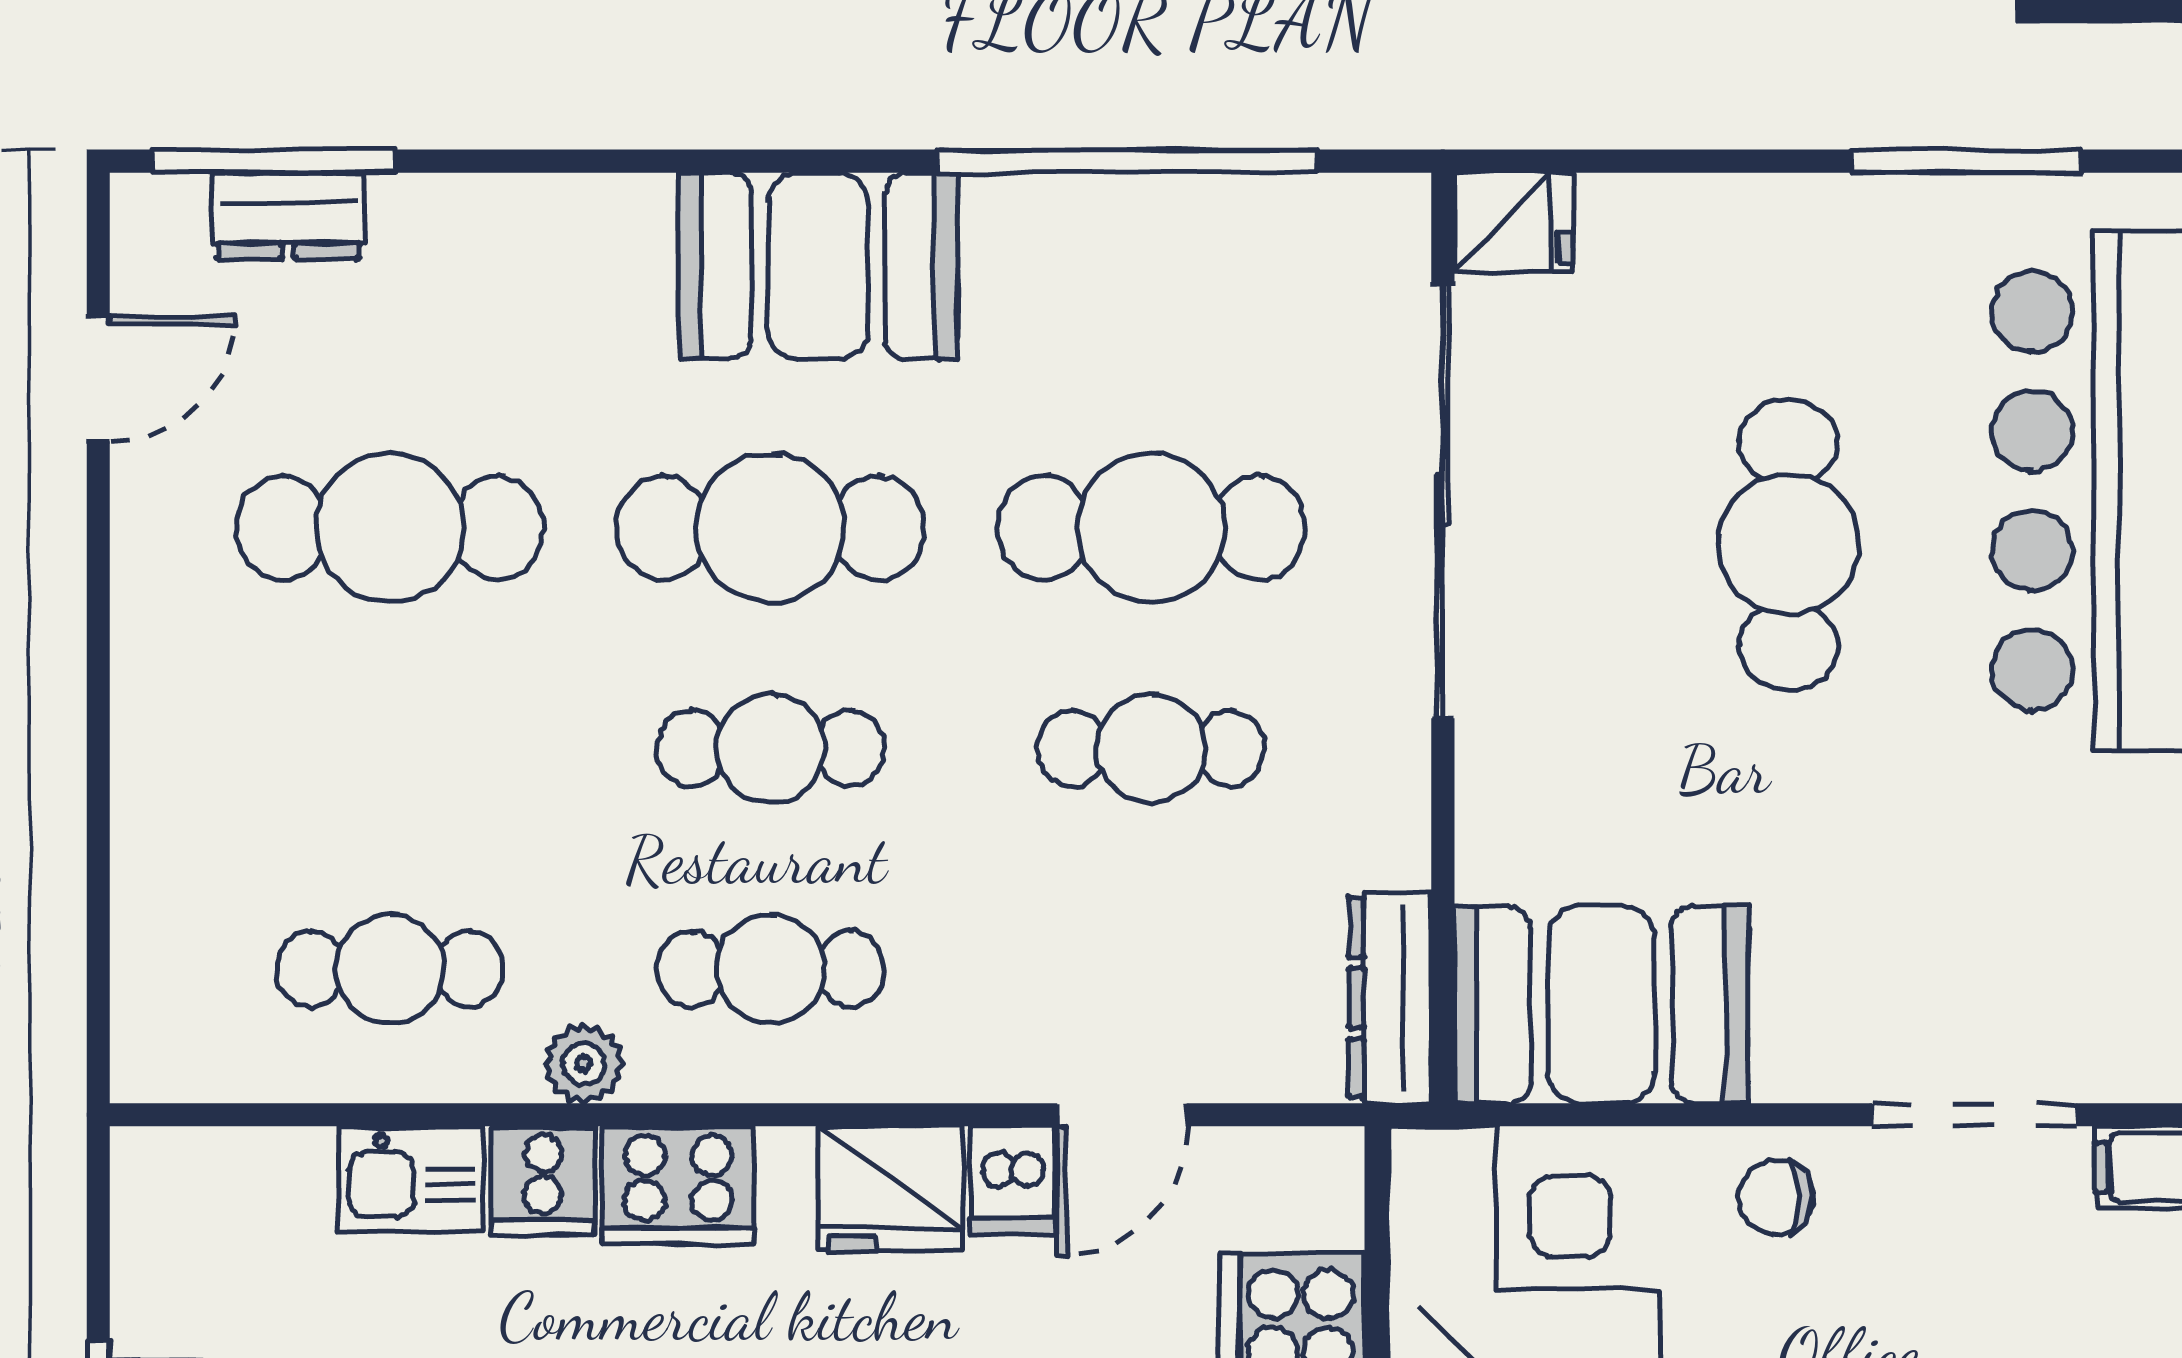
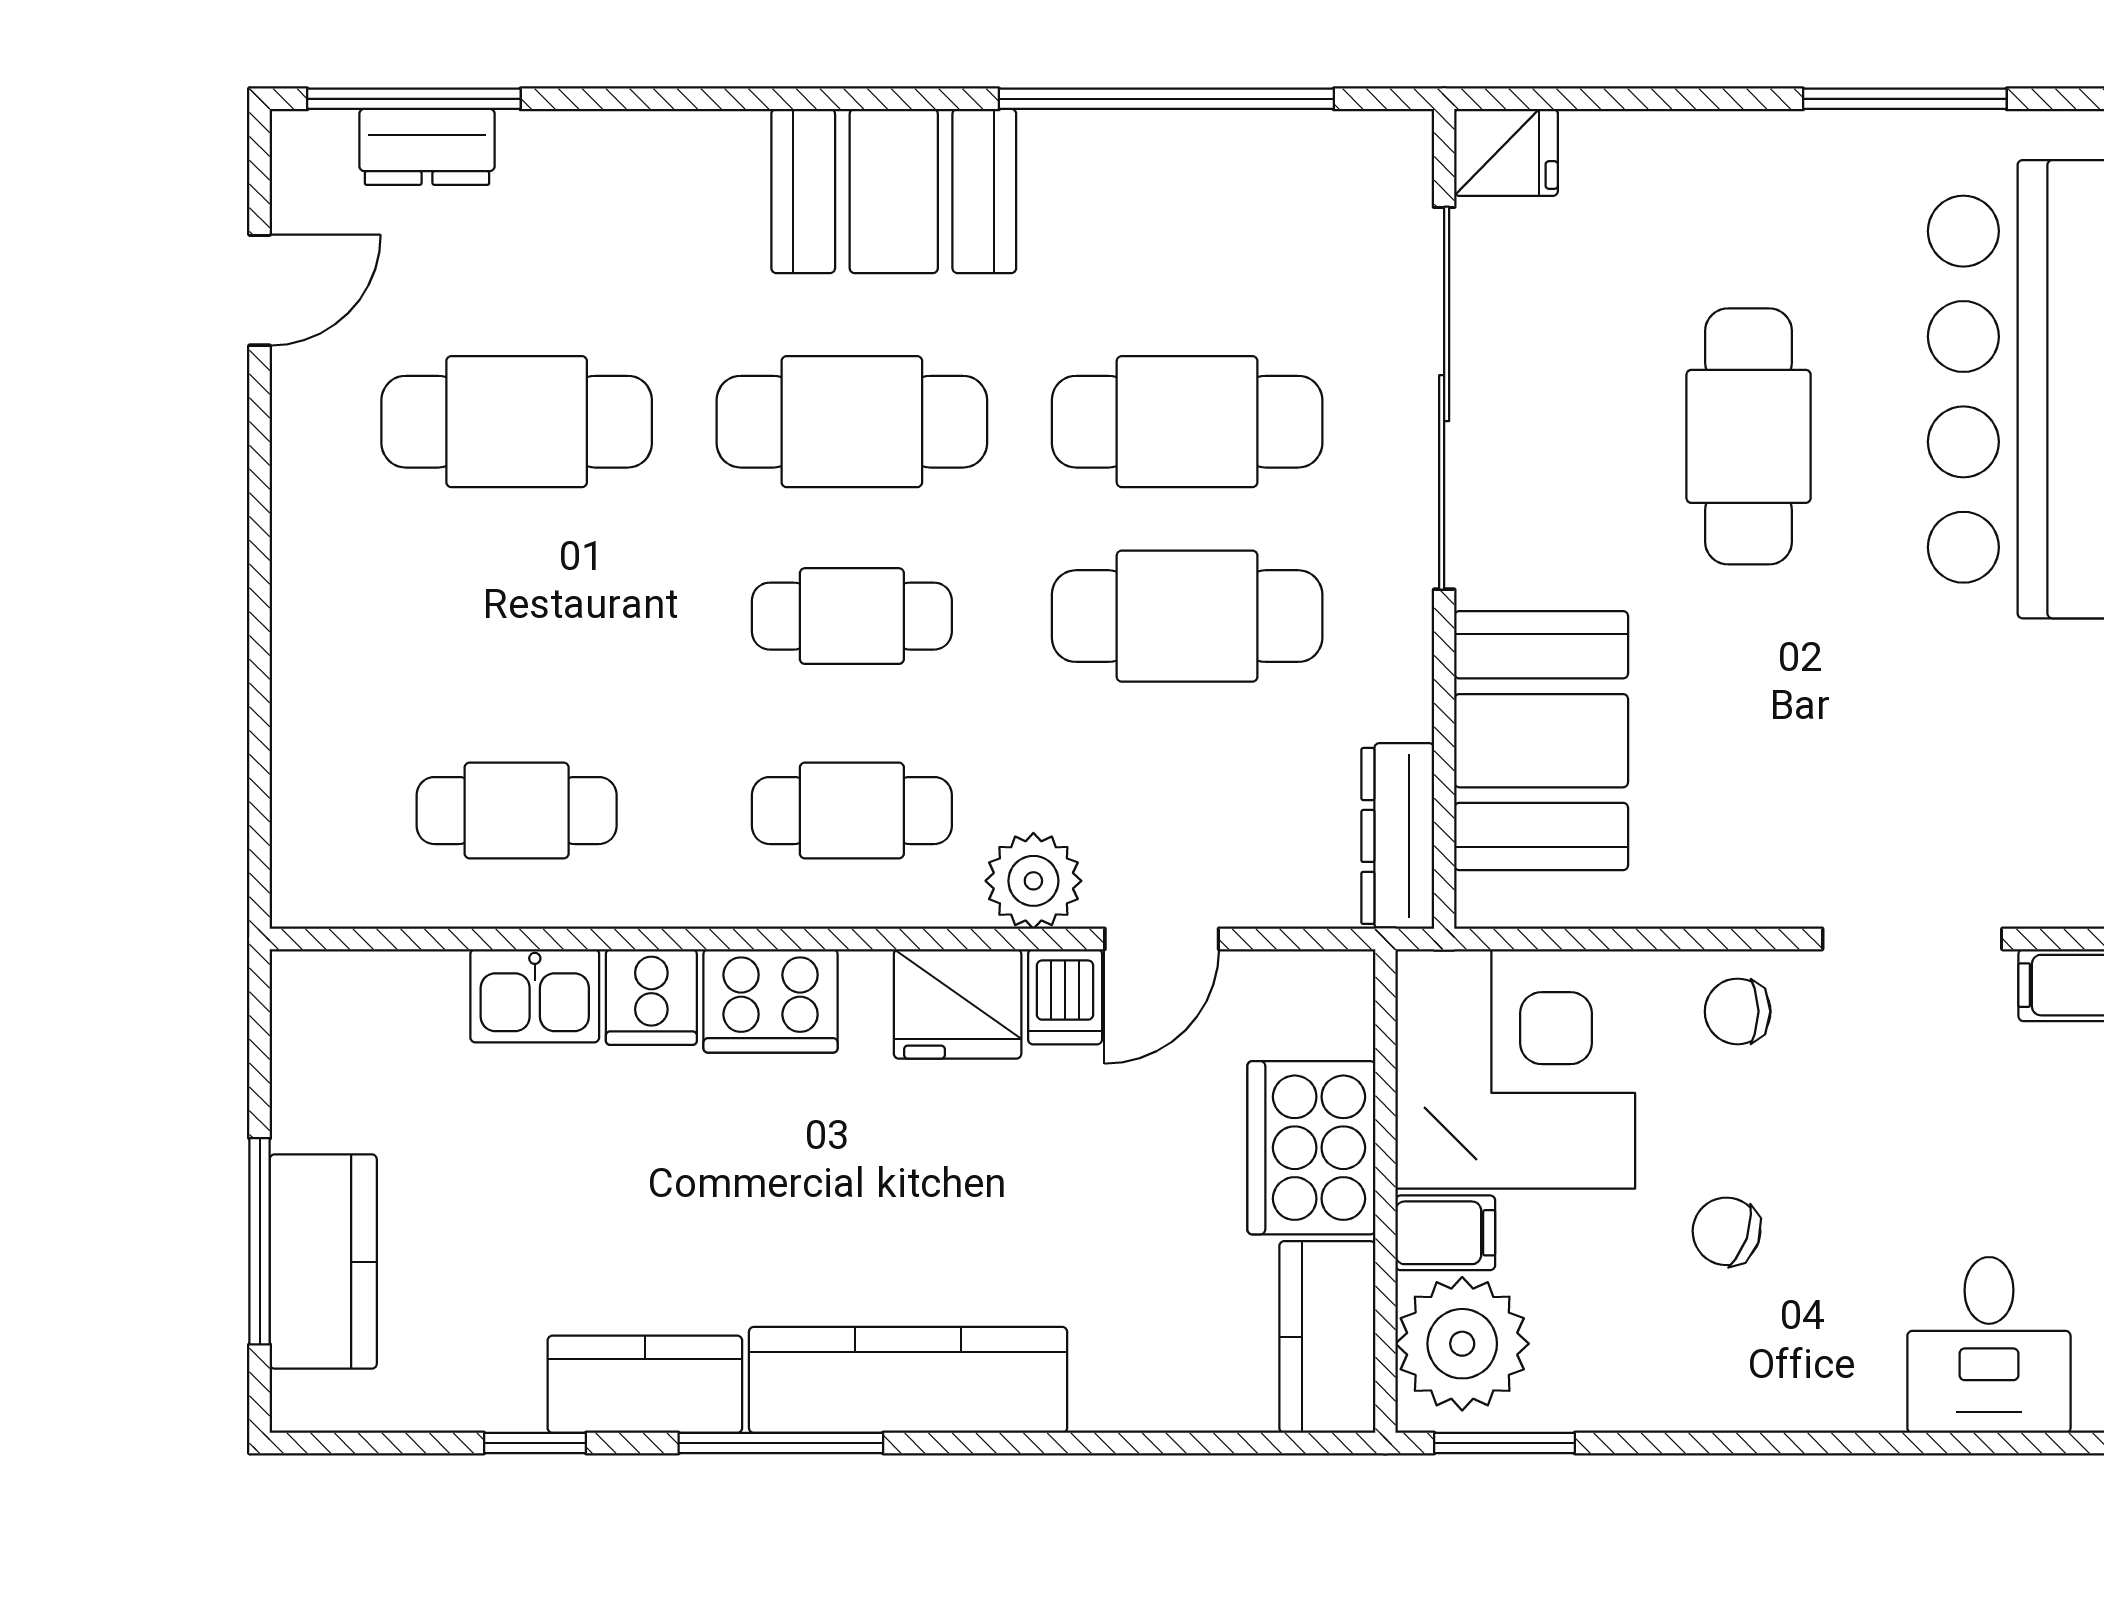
cafe table: (1151, 748) -> (1187, 616), width x1.37, depth x1.35
booth: (1601, 1005) -> (1541, 741), moved, turned 90
plant: (584, 1064) -> (1033, 881), moved, width x1.38, depth x1.38

